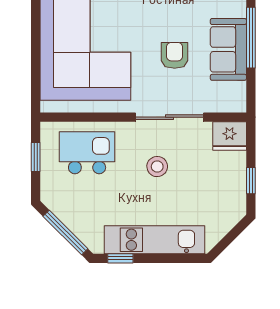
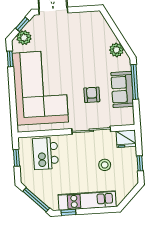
kitchen island: (87, 153) -> (46, 153), turned -90
stool: (157, 167) -> (105, 165), moved

